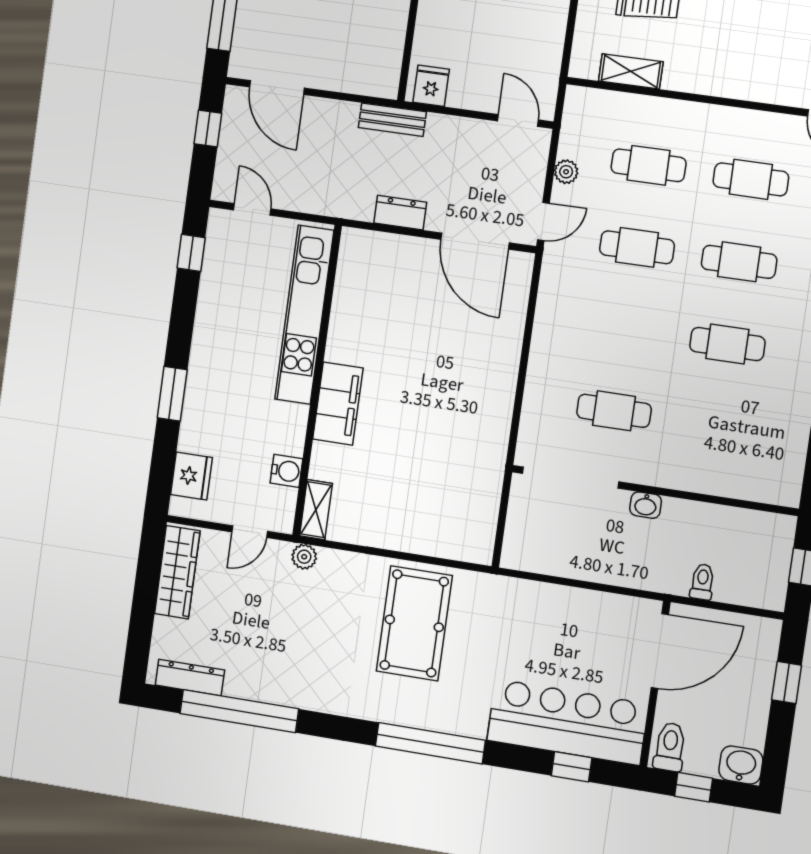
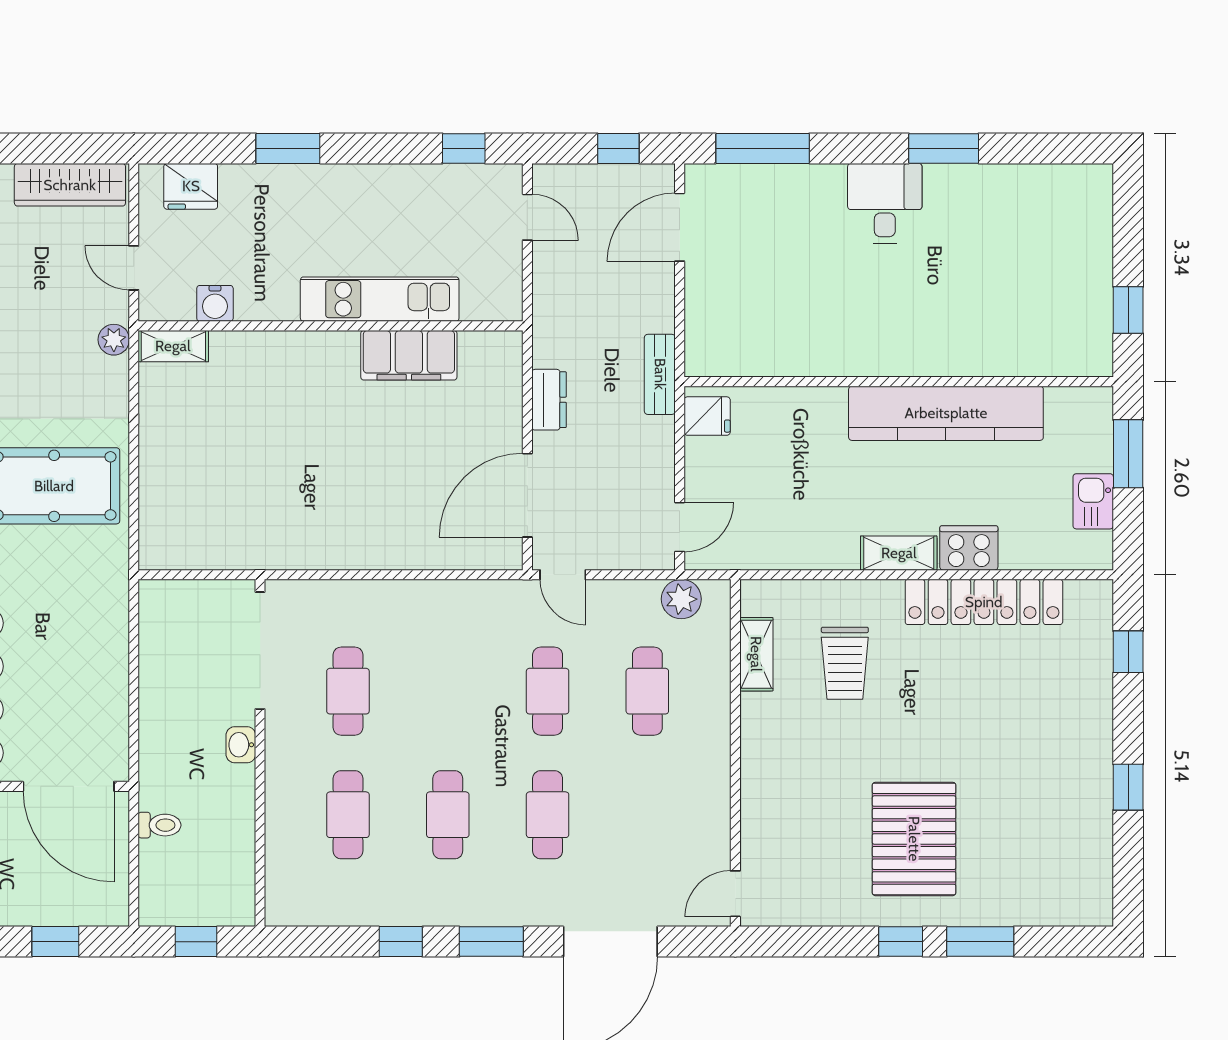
plant: (566, 172) -> (681, 599), moved, width x1.38, depth x1.38
cafe table: (751, 179) -> (348, 815), moved
door: (252, 209) -> (527, 217), hinge flipped
kitchen unit: (304, 315) -> (380, 299), width x0.73
filing cabinet: (338, 404) -> (409, 355), moved

